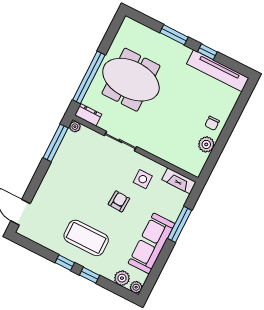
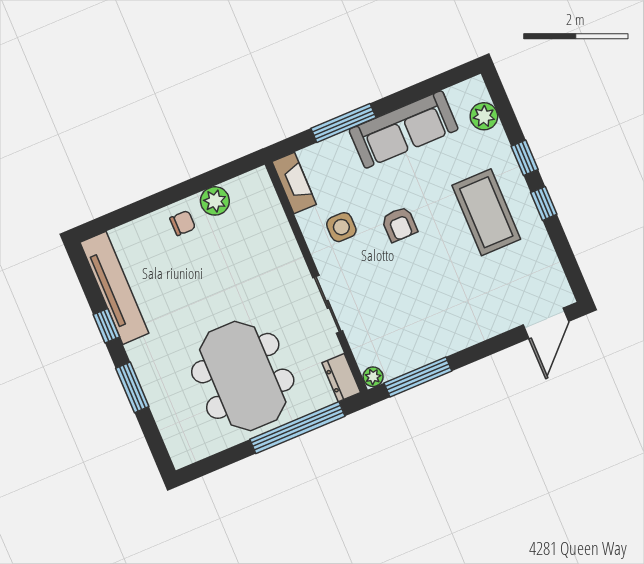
armchair: (119, 201) -> (399, 224), turned -93
plant: (136, 287) -> (475, 88), removed

